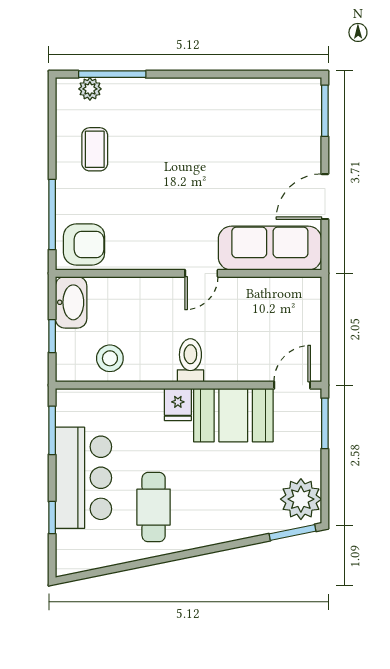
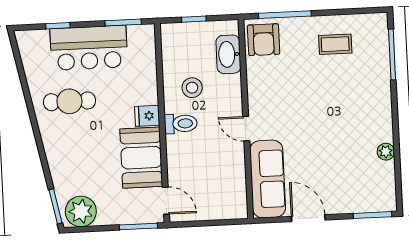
plant: (90, 89) -> (386, 152), moved
washbasin: (71, 302) -> (228, 54), moved, turned 90
stool: (110, 358) -> (192, 88), moved

